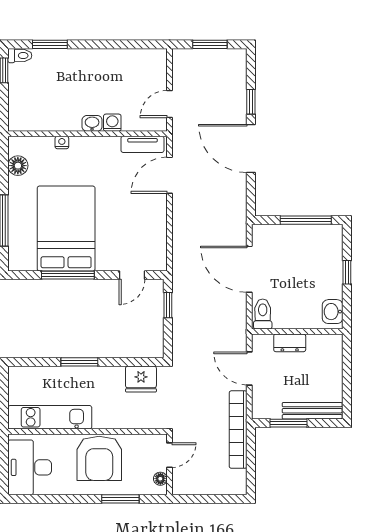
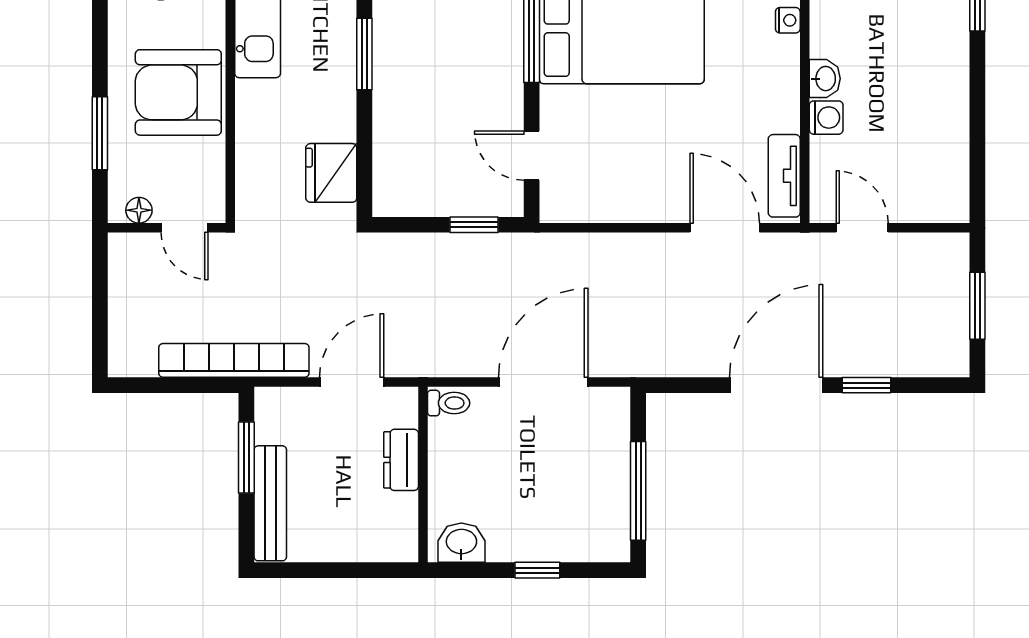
toilet: (263, 314) -> (449, 403), width x0.73, depth x0.72

